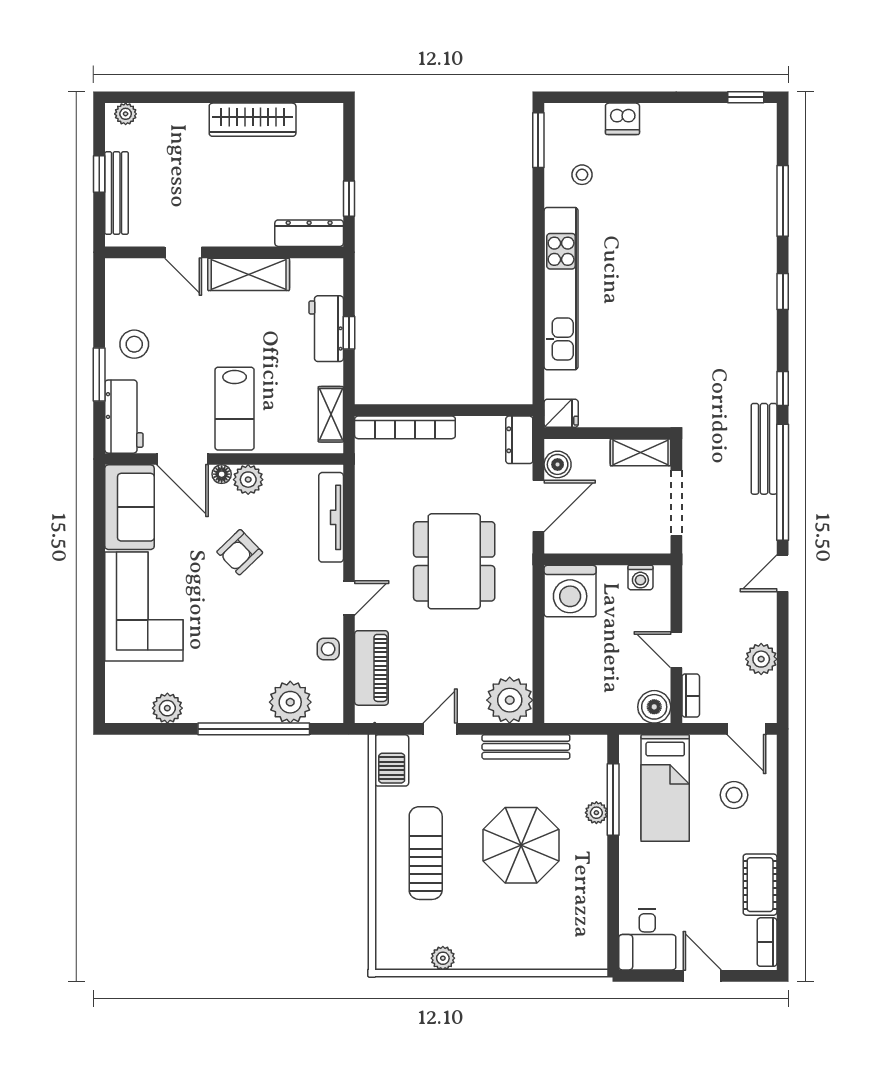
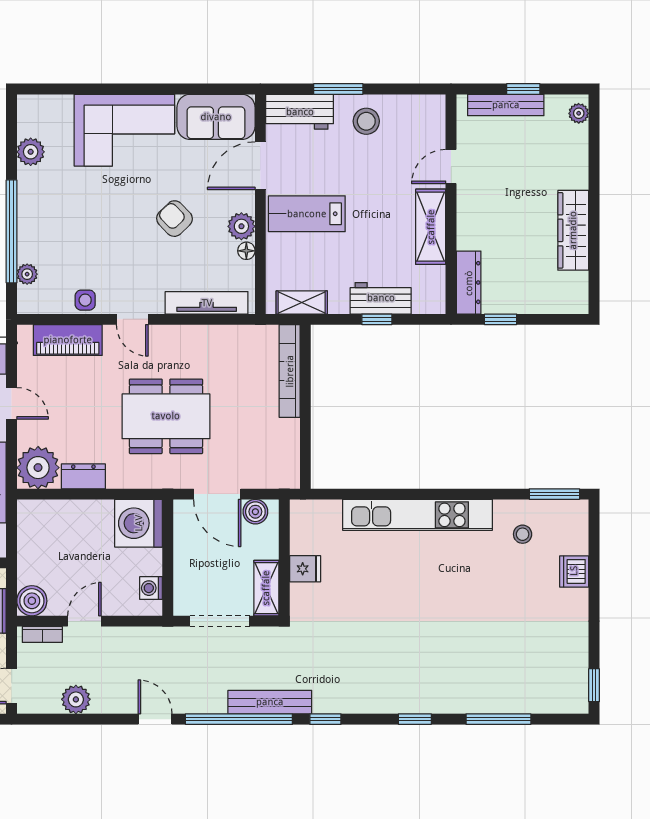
fridge: (561, 413) -> (305, 569), moved, turned -90
dresser: (519, 440) -> (83, 476), moved
floor lamp: (222, 474) -> (246, 251), moved
plant: (290, 702) -> (27, 274), width x0.53, depth x0.53

